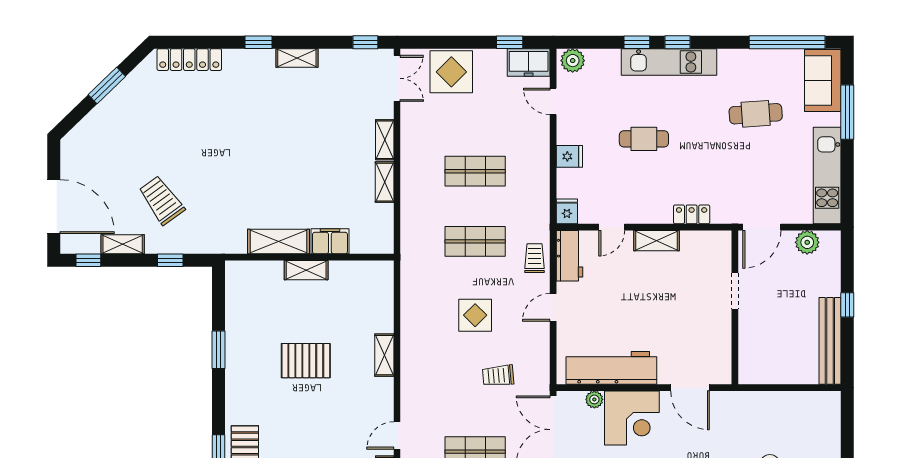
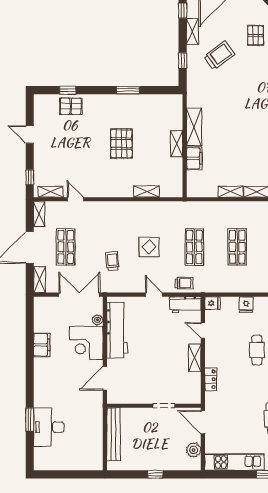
pallet: (129, 141) -> (255, 35), added
bench: (830, 341) -> (113, 434), moved, turned 90
shelving: (384, 355) -> (147, 191), moved

